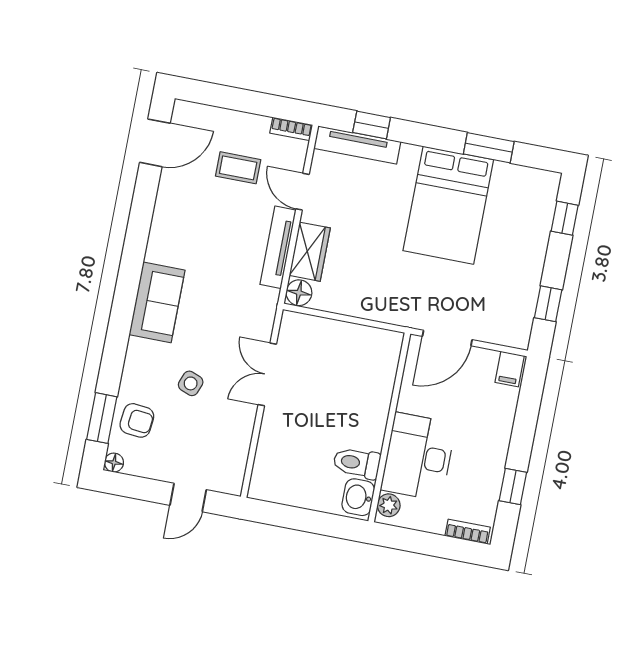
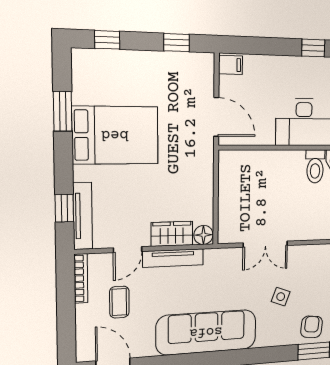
bookcase: (291, 129) -> (81, 278), width x1.56
sofa: (157, 302) -> (206, 332), width x1.85, depth x1.27

